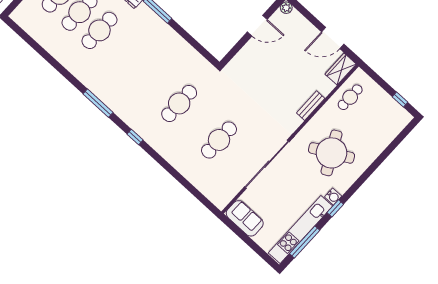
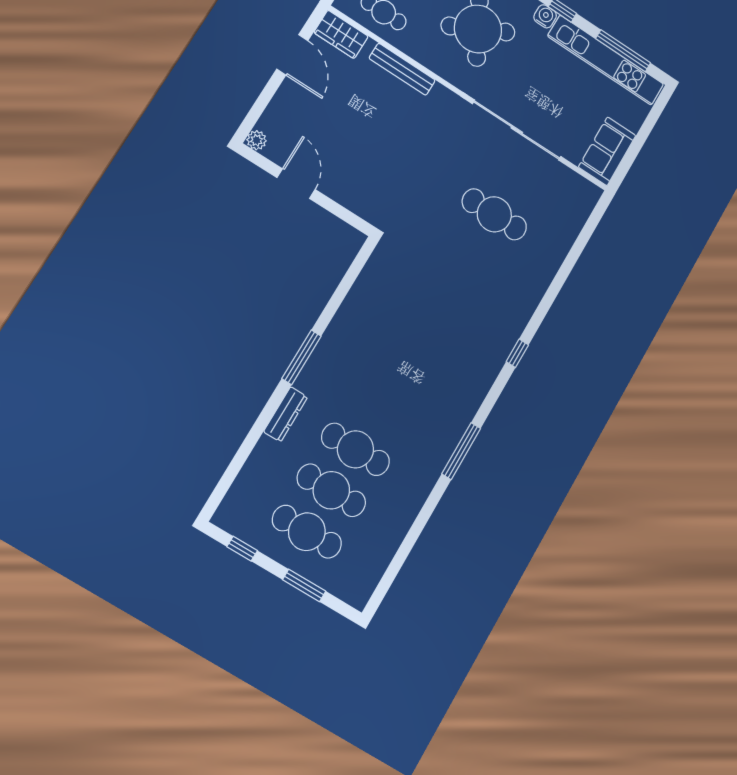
window: (98, 103) -> (461, 451), moved
cafe table: (179, 103) -> (449, 291), removed
bench: (311, 106) -> (402, 69), width x1.36

